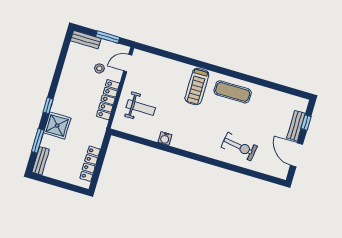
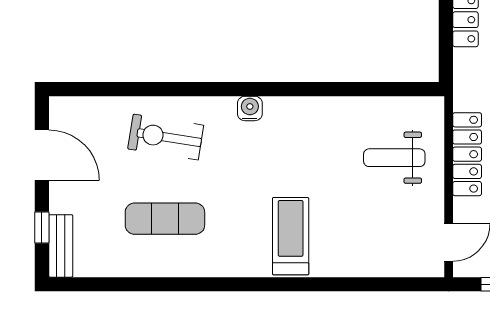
exercise mat: (233, 92) -> (165, 219), moved
bench: (296, 126) -> (61, 246), moved
water cooler: (165, 138) -> (250, 108), moved

